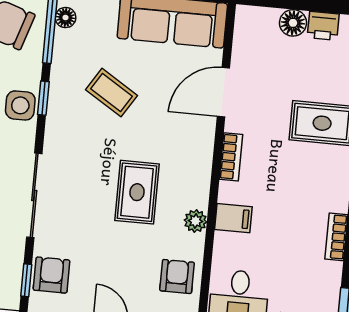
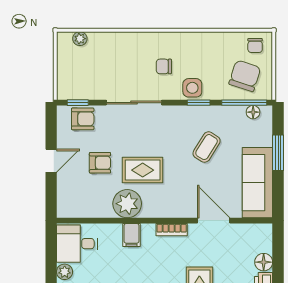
plant: (195, 221) -> (127, 204), width x1.87, depth x1.87
armchair: (177, 276) -> (100, 163), moved

